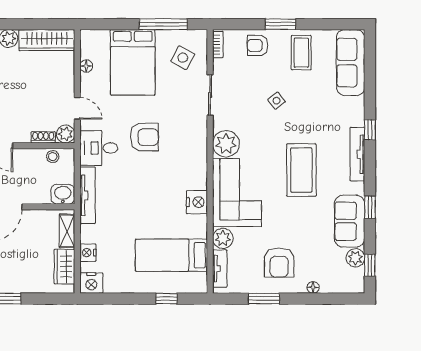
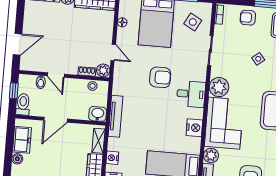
desk: (99, 148) -> (191, 94), moved, turned 180

